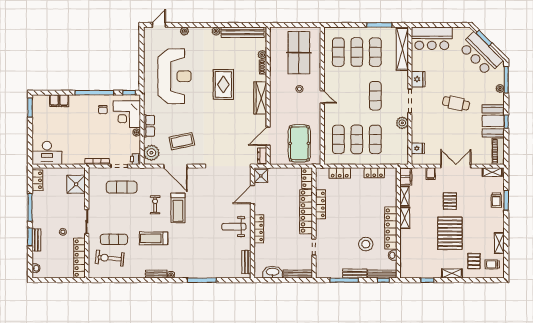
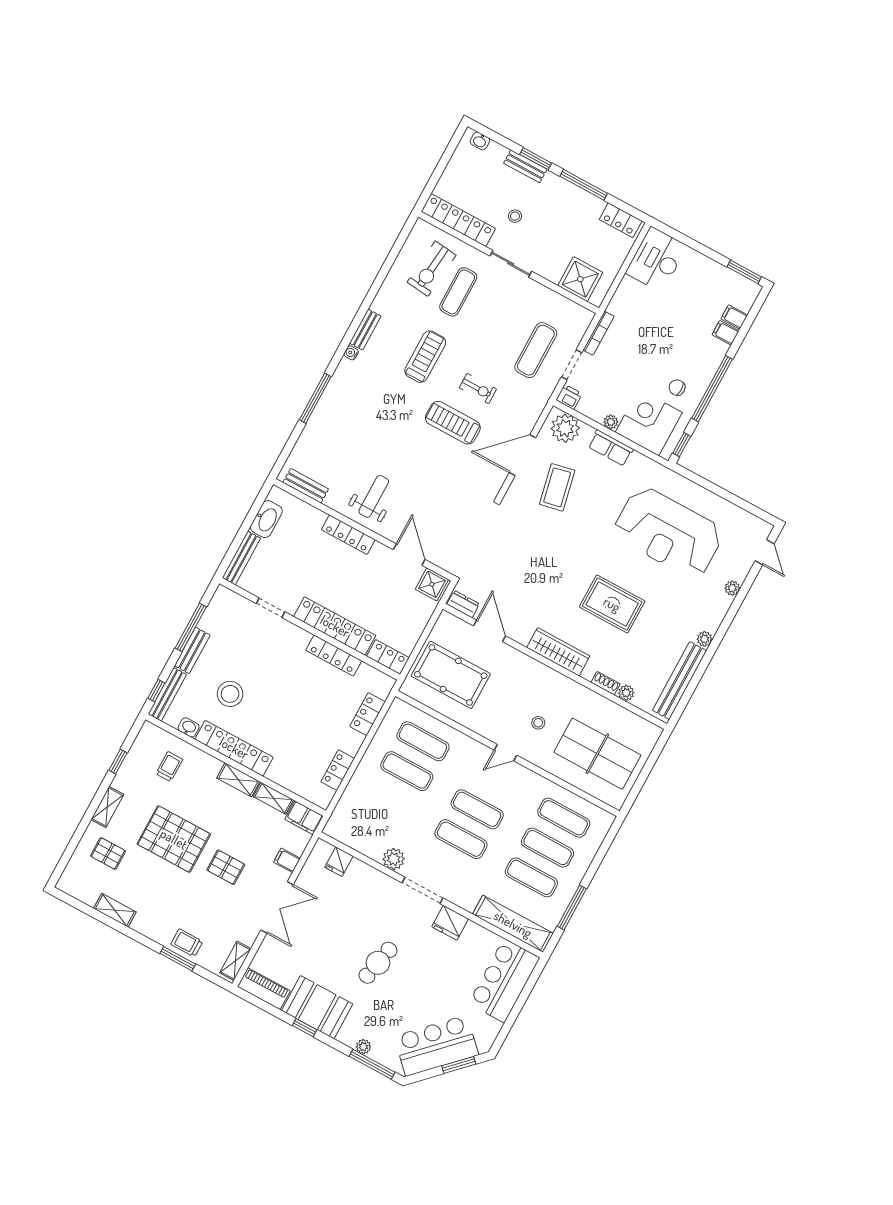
exercise mat: (375, 139) -> (477, 809), moved
exercise bike: (110, 258) -> (432, 269), turned 180
trolley: (492, 264) -> (169, 767), moved

